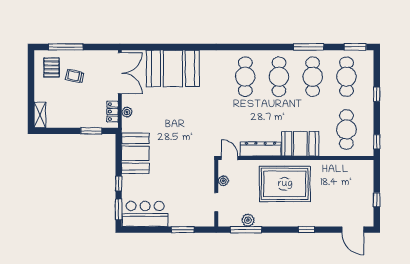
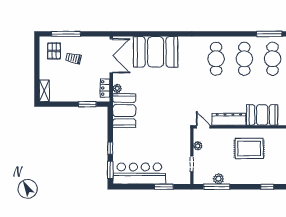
booth: (135, 153) -> (124, 111), moved
rug: (285, 184) -> (249, 148), width x0.73, depth x0.69
bar counter: (145, 214) -> (139, 174), width x1.36

